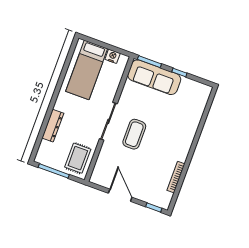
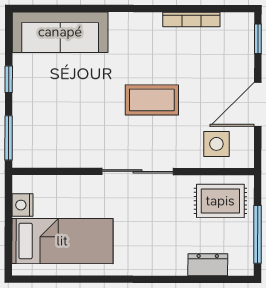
sofa: (154, 77) -> (60, 32), moved, turned 90
dresser: (53, 126) -> (208, 265), moved, width x0.70
coffee table: (134, 134) -> (152, 100), moved
side table: (108, 167) -> (216, 144), added

